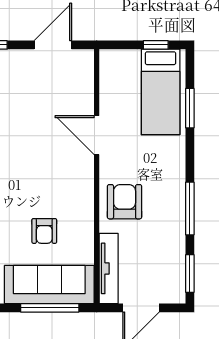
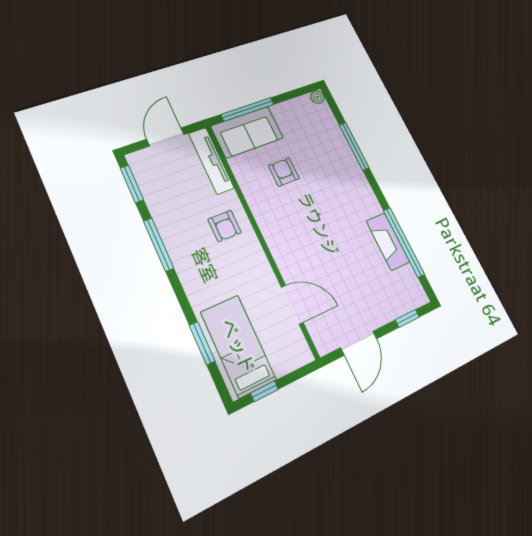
door: (97, 135) -> (292, 305), moved
armchair: (125, 202) -> (225, 226), width x0.72, depth x0.72
sofa: (49, 284) -> (247, 132), width x0.73

